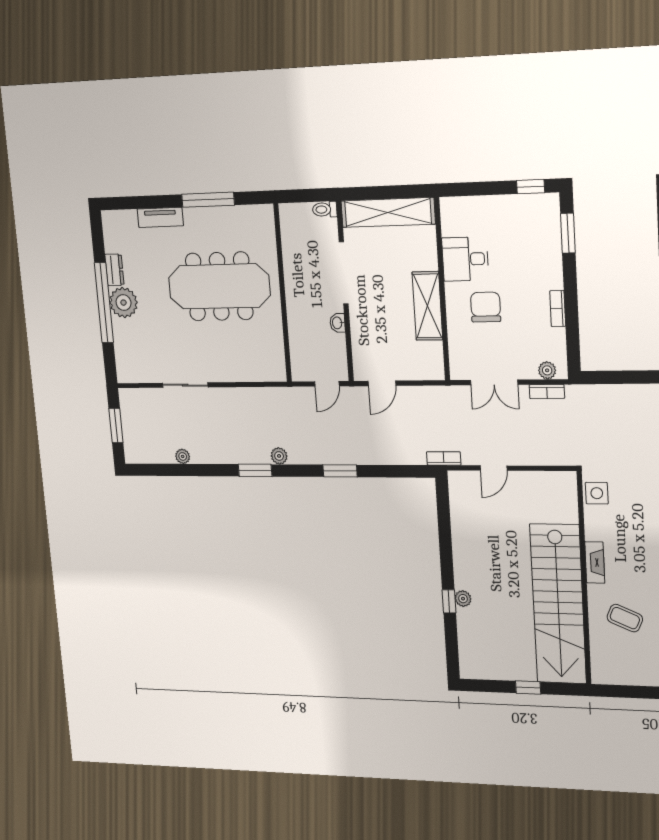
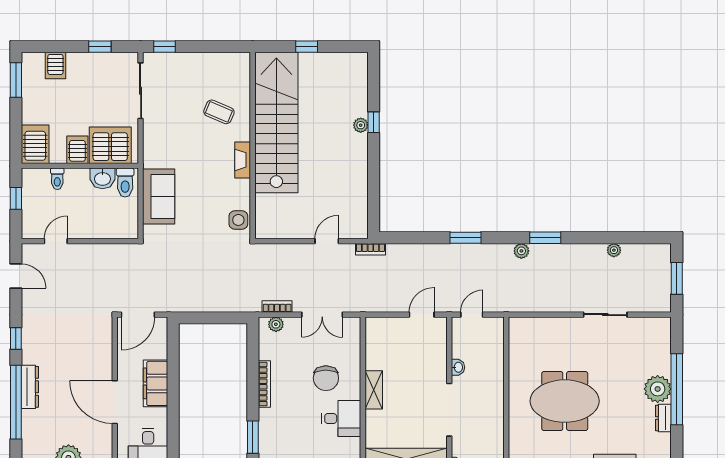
meeting table: (219, 286) -> (565, 401), width x0.73
shelving: (427, 306) -> (374, 390), width x0.67, depth x0.75
bookcase: (558, 309) -> (264, 384), width x1.56
double door: (494, 382) -> (322, 315), swing flipped

